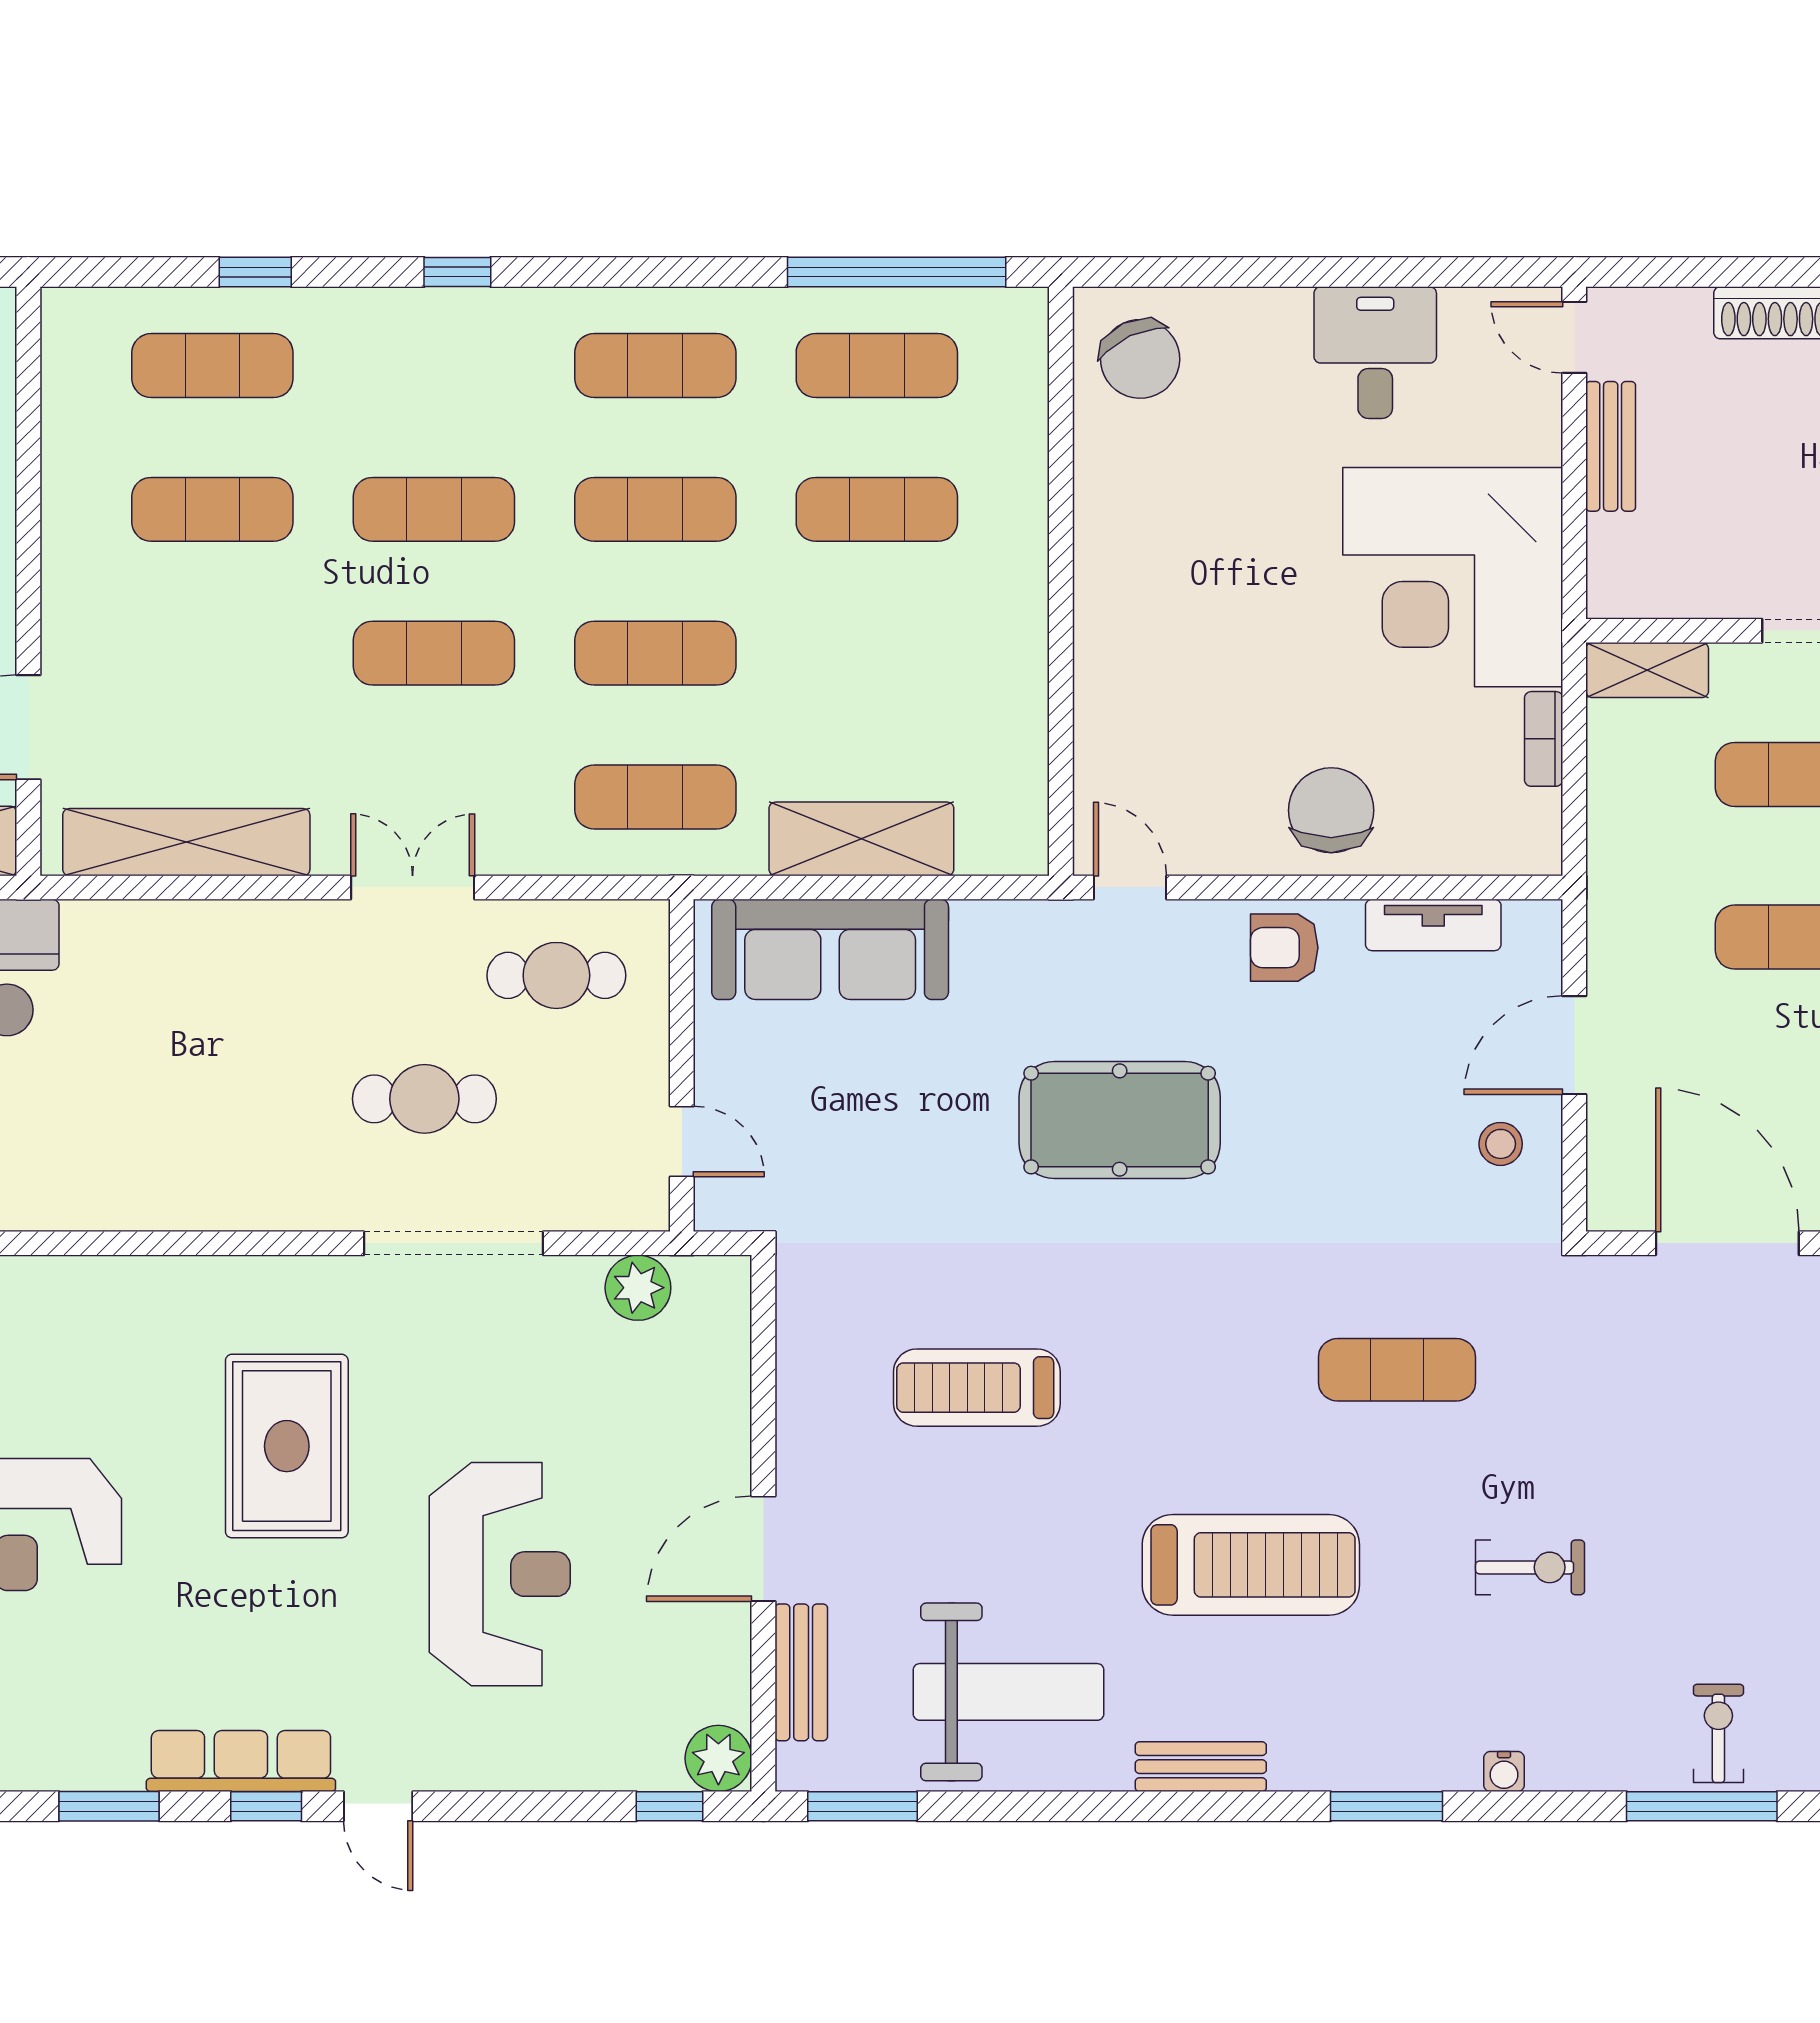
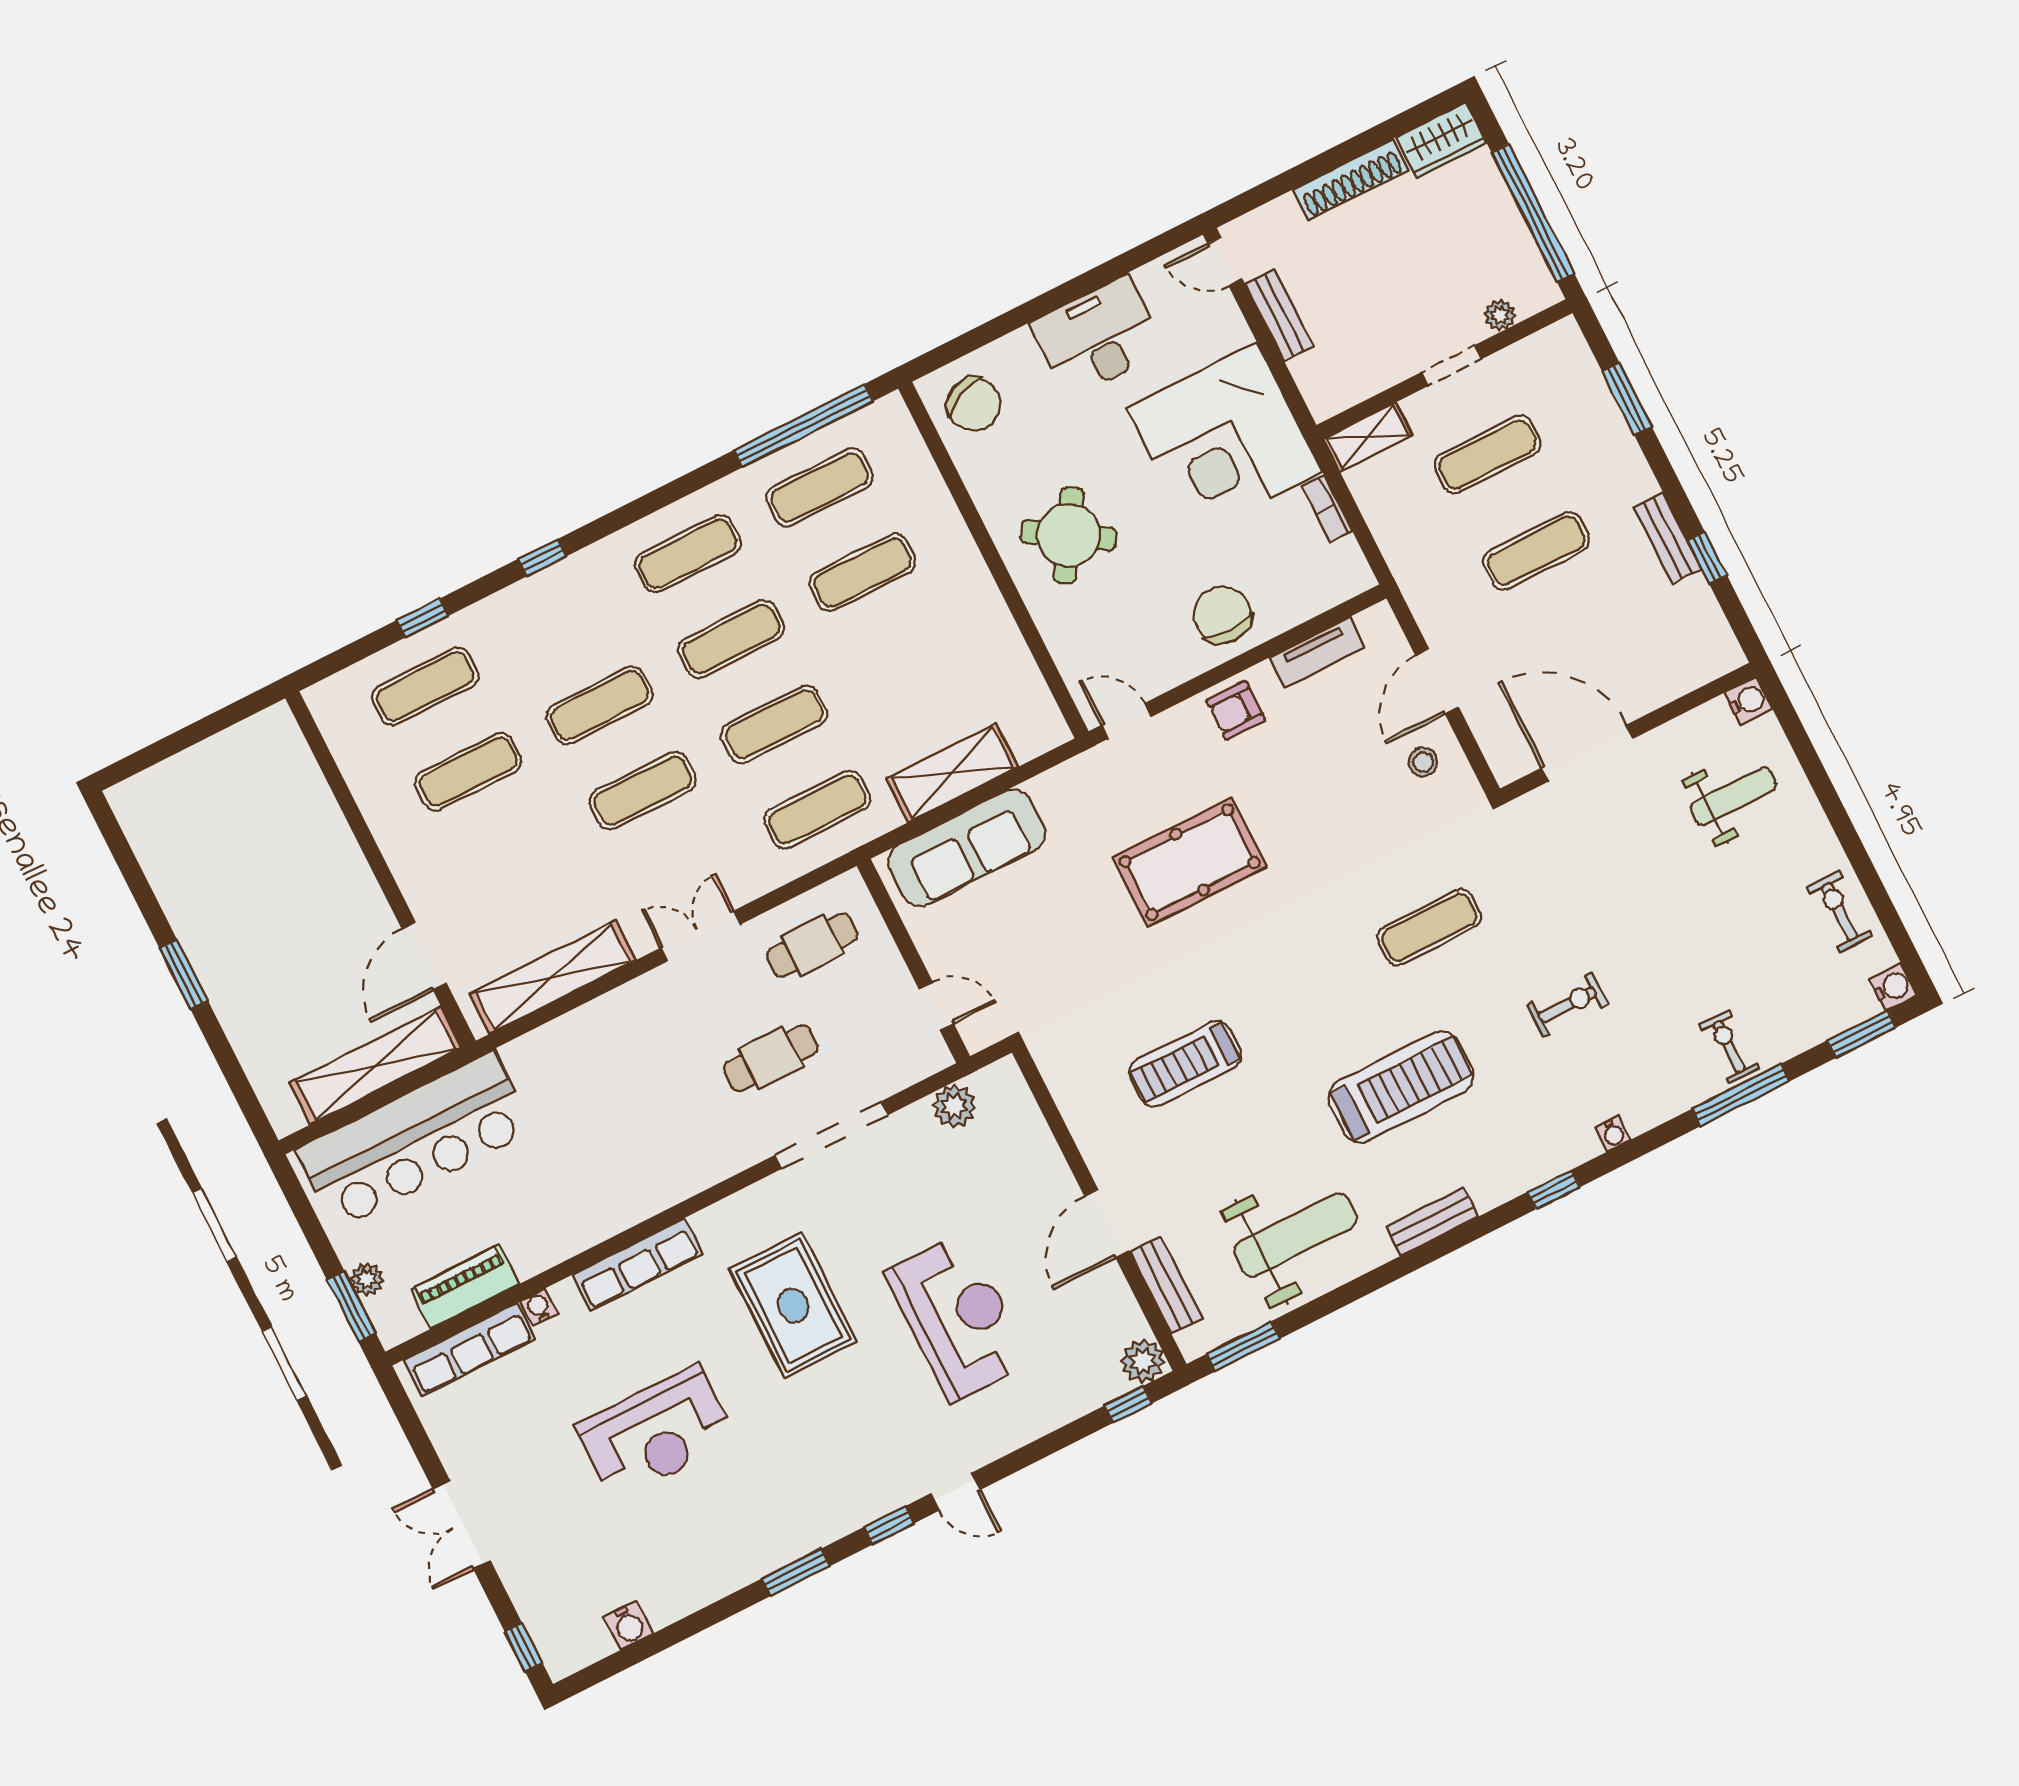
desk: (1375, 353) -> (1098, 337), width x1.37
round table: (1178, 599) -> (1068, 535), added
row of seats: (241, 1761) -> (637, 1264), moved, turned 180
window: (1387, 1806) -> (1554, 1189), width x0.67

